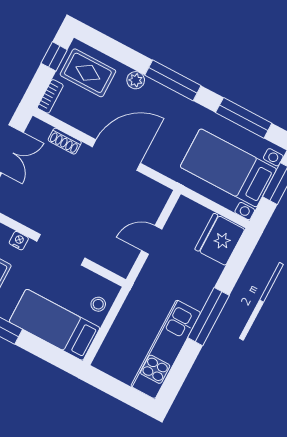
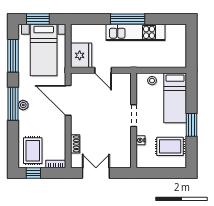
plant: (136, 80) -> (23, 105), moved
door: (116, 155) -> (68, 100), moved
fridge: (220, 239) -> (81, 55), moved, turned -90
doorway: (61, 250) -> (134, 116), width x0.73
kitchen unit: (166, 349) -> (135, 32), moved

